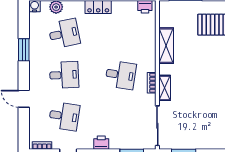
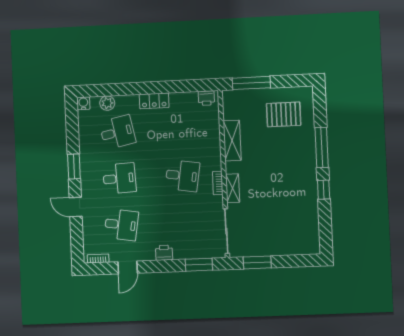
window: (24, 50) -> (74, 166), moved

